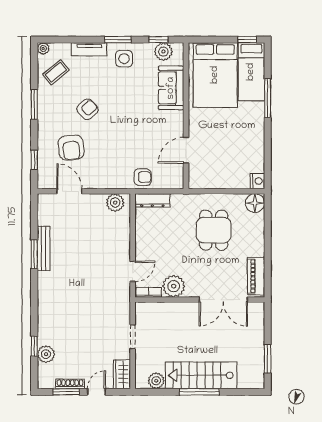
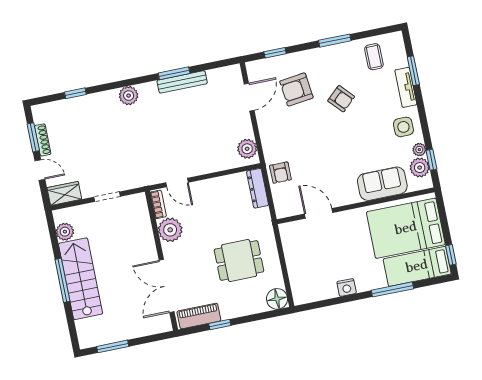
window: (118, 40) -> (413, 71), moved
plant: (43, 49) -> (419, 150), moved
coffee table: (56, 72) -> (374, 57), turned 39
nightstand: (257, 181) -> (347, 287), moved
window: (268, 259) -> (220, 325), added
plant: (46, 354) -> (129, 96), moved

